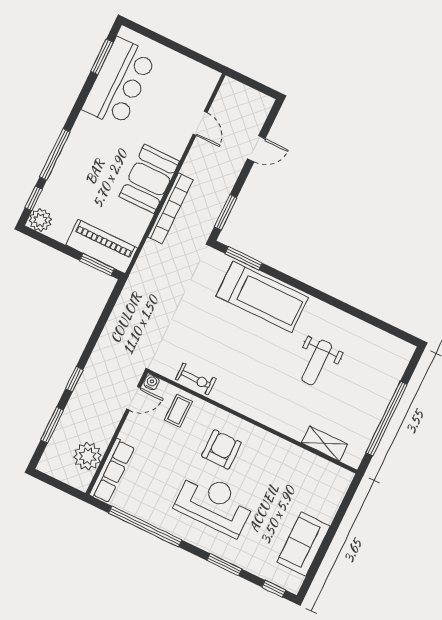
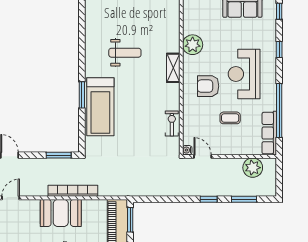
window: (244, 258) -> (82, 95), moved
treadmill: (262, 297) -> (100, 107), turned 180
coffee table: (178, 411) -> (230, 118), moved
shelving: (325, 444) -> (173, 68), moved
plant: (285, 455) -> (193, 45), added
row of seats: (112, 471) -> (269, 133), moved, turned -90
window: (224, 565) -> (279, 49), width x0.67

